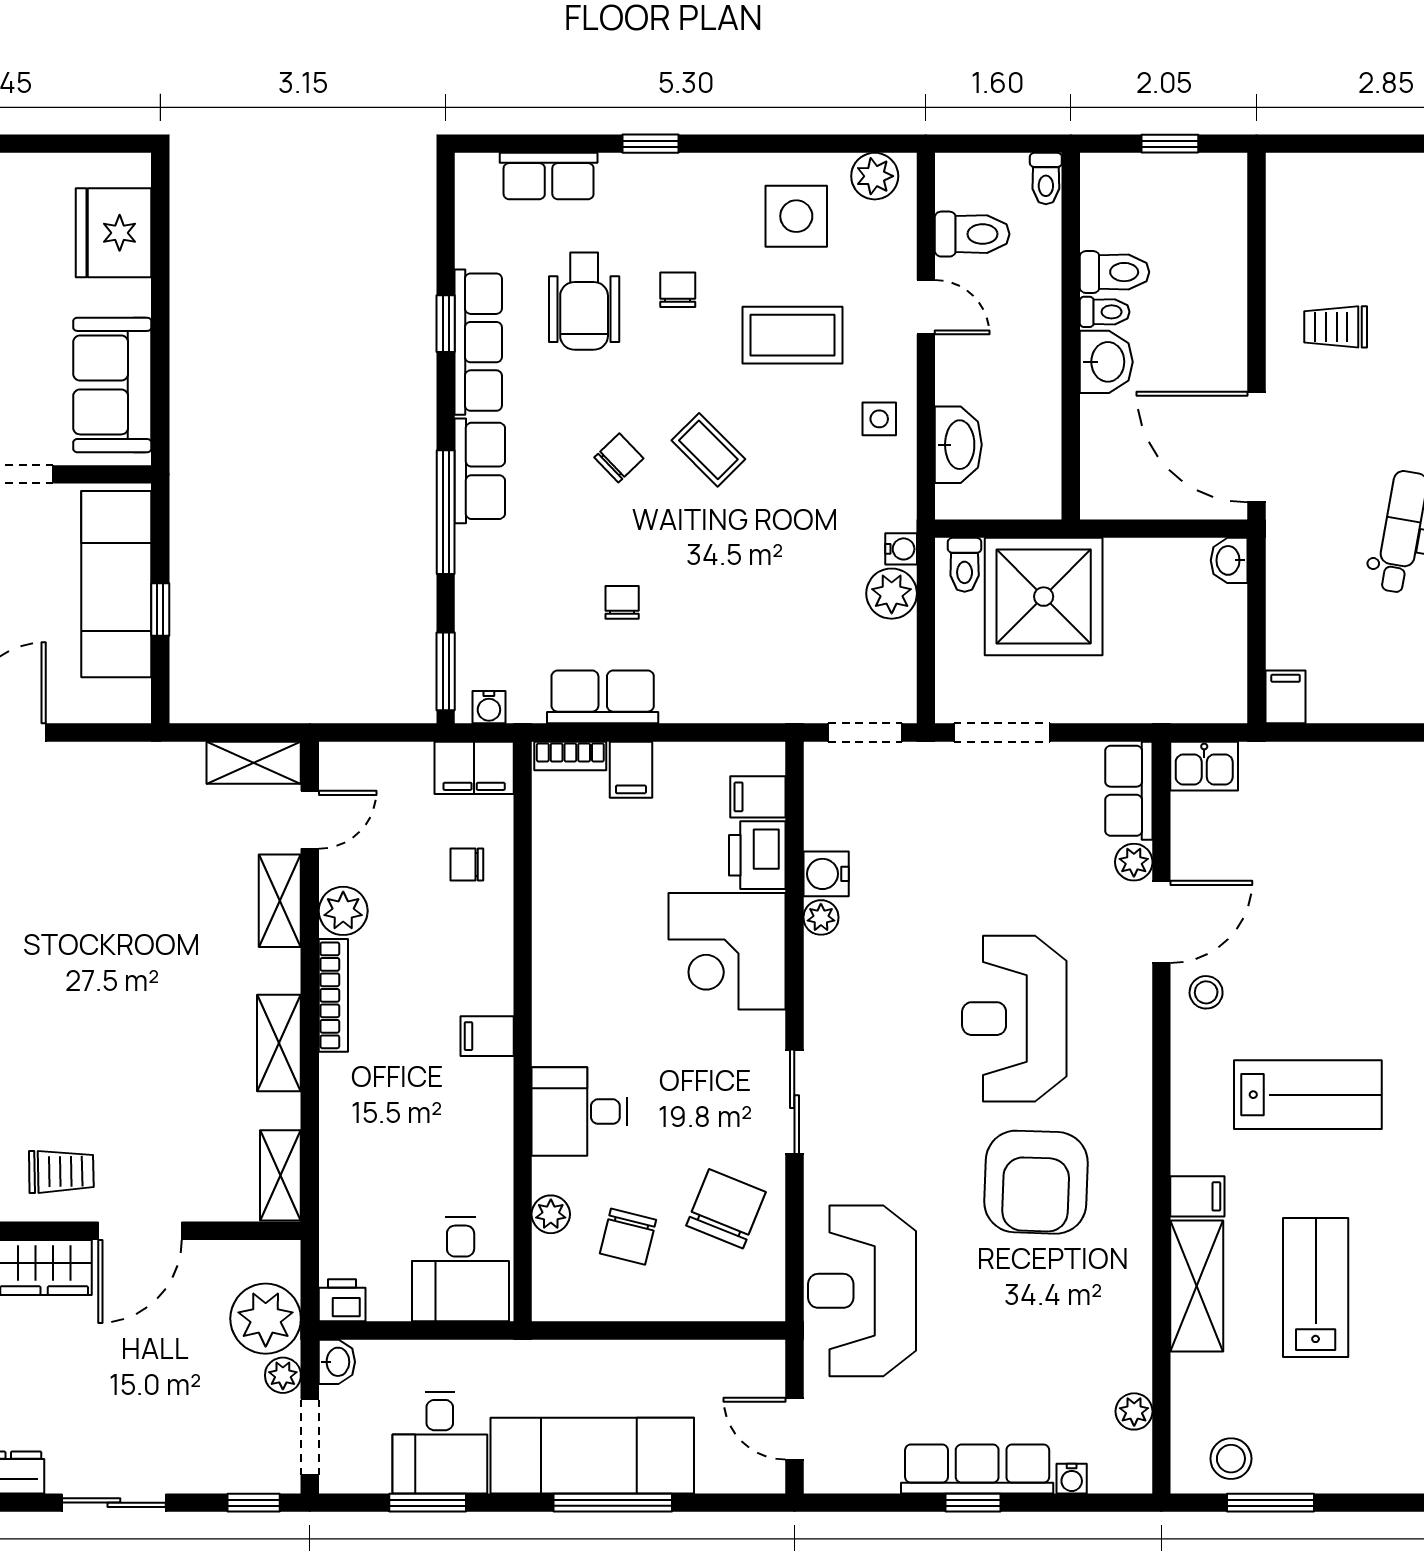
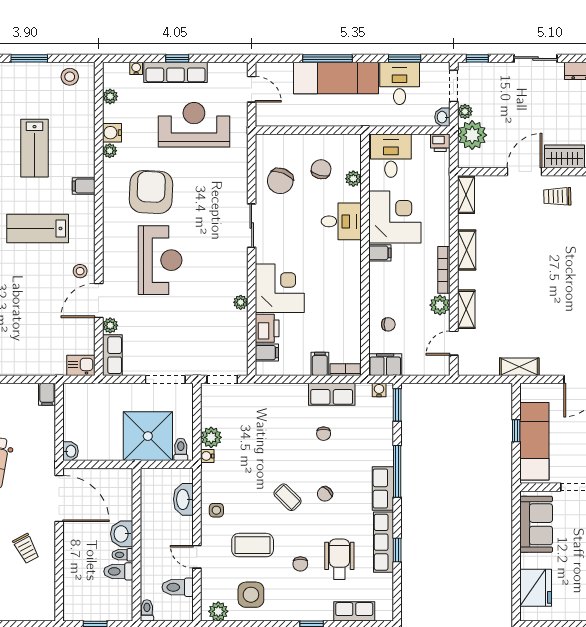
trolley: (1336, 327) -> (26, 549), turned 62
shelving: (254, 763) -> (519, 367), moved
water cooler: (826, 874) -> (112, 133), moved, turned 180
corner desk: (451, 1122) -> (395, 217), added
plant: (1135, 1281) -> (110, 151), added
shelving: (1197, 1286) -> (84, 149), removed
reception desk: (862, 1291) -> (194, 125), moved, turned -90
window: (1270, 1503) -> (29, 58), moved

